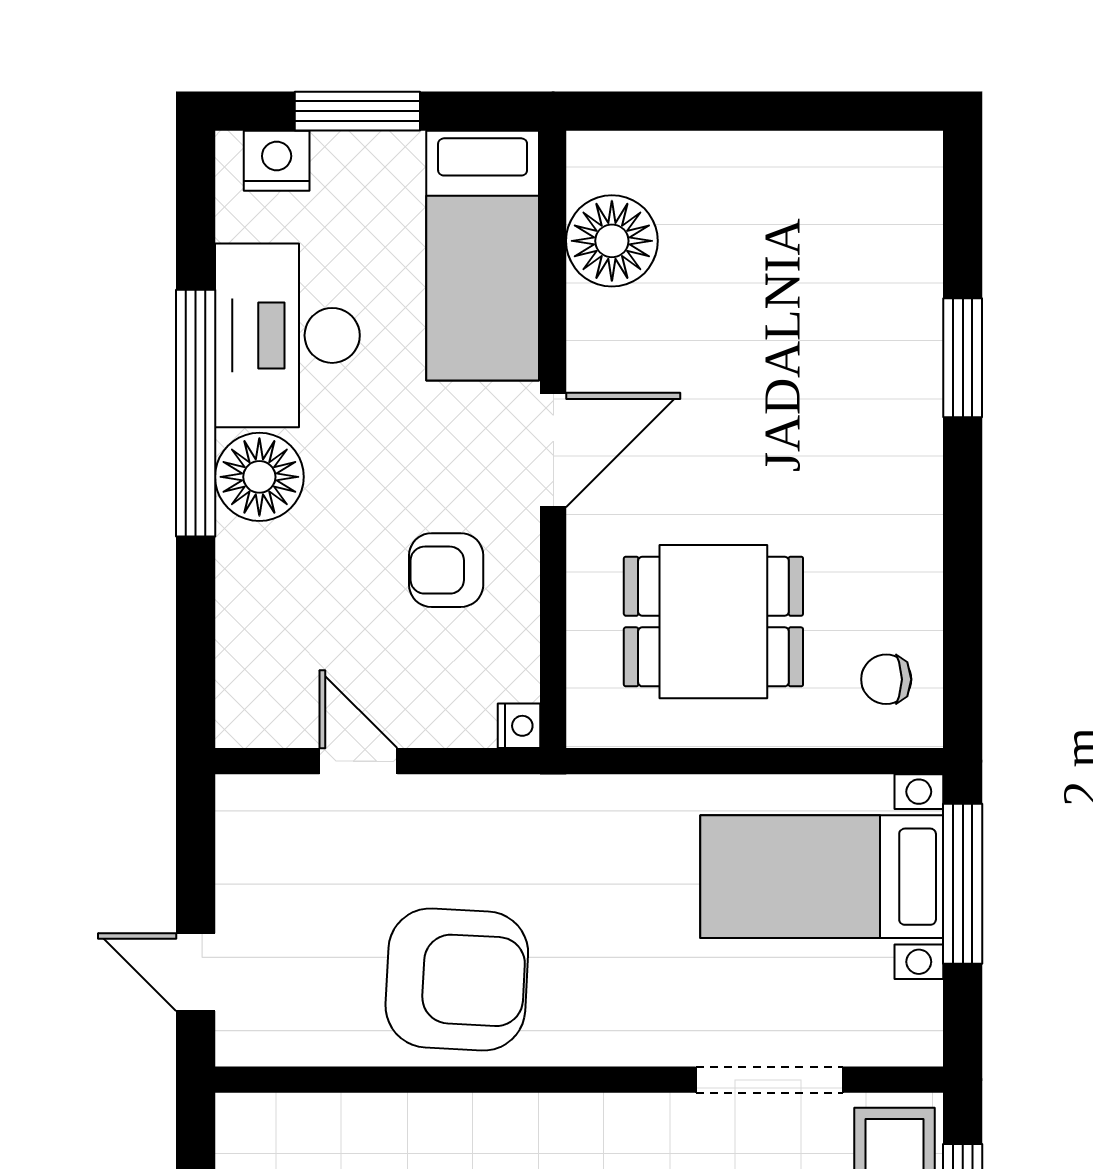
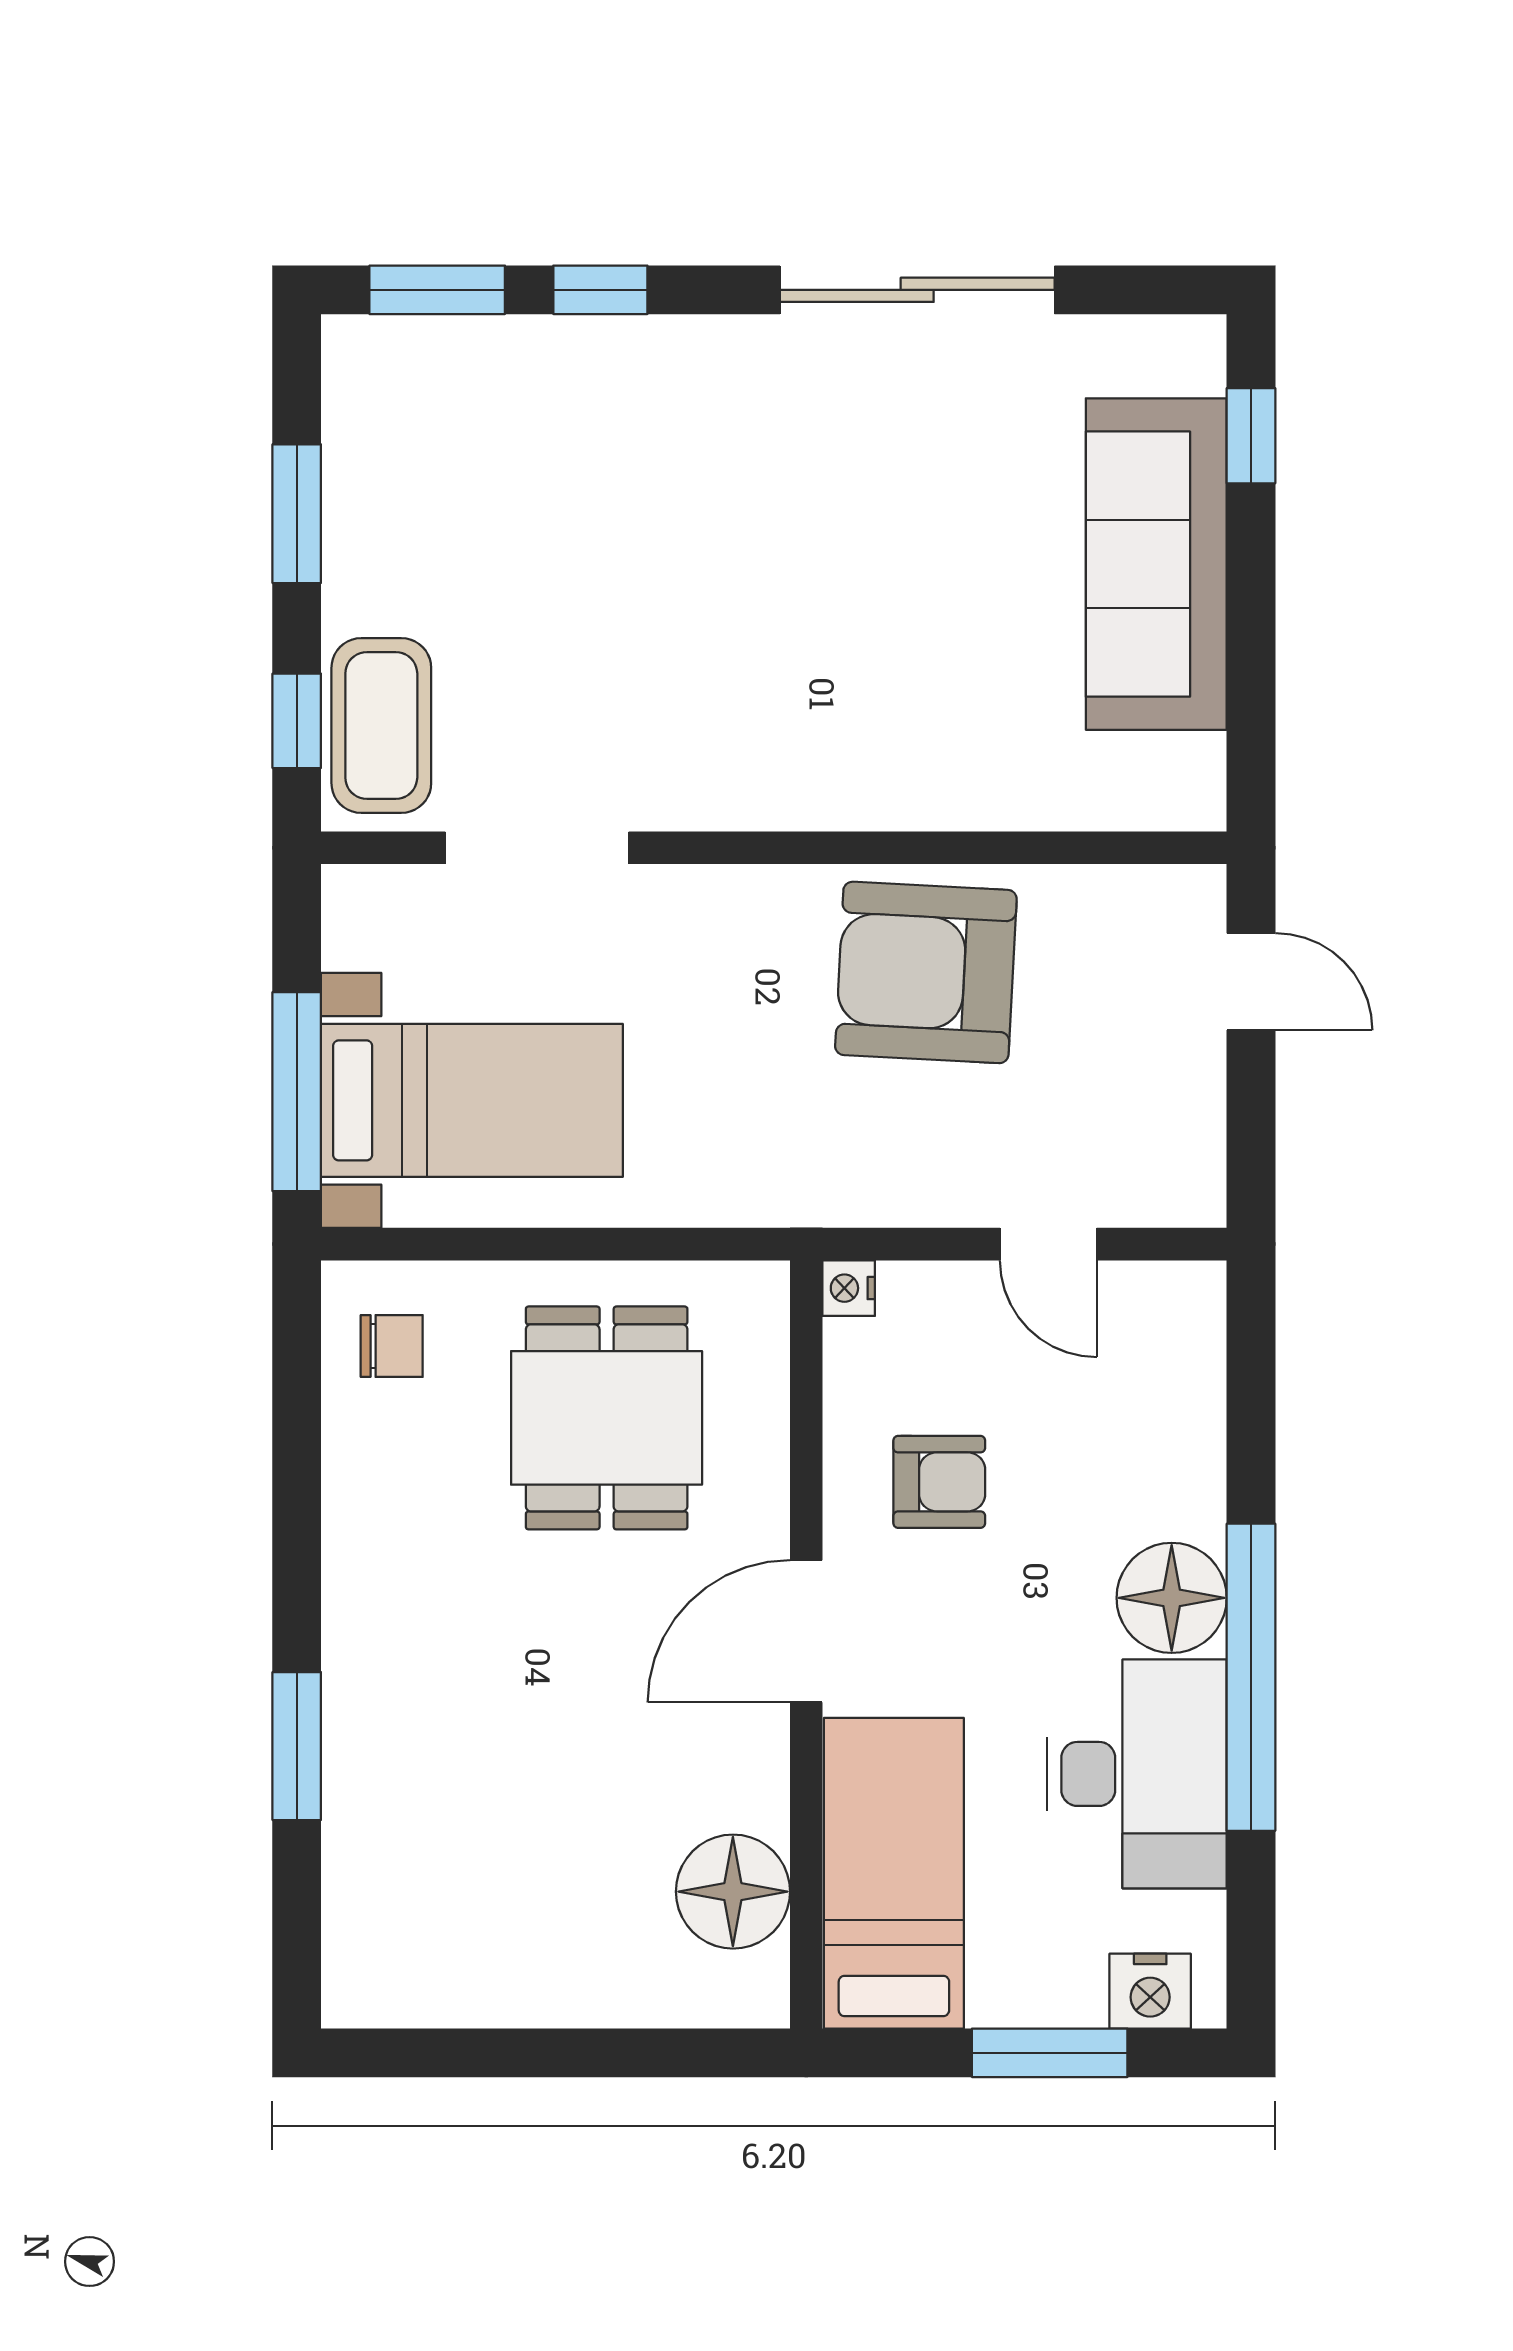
dining table: (713, 622) -> (607, 1418), turned 90

